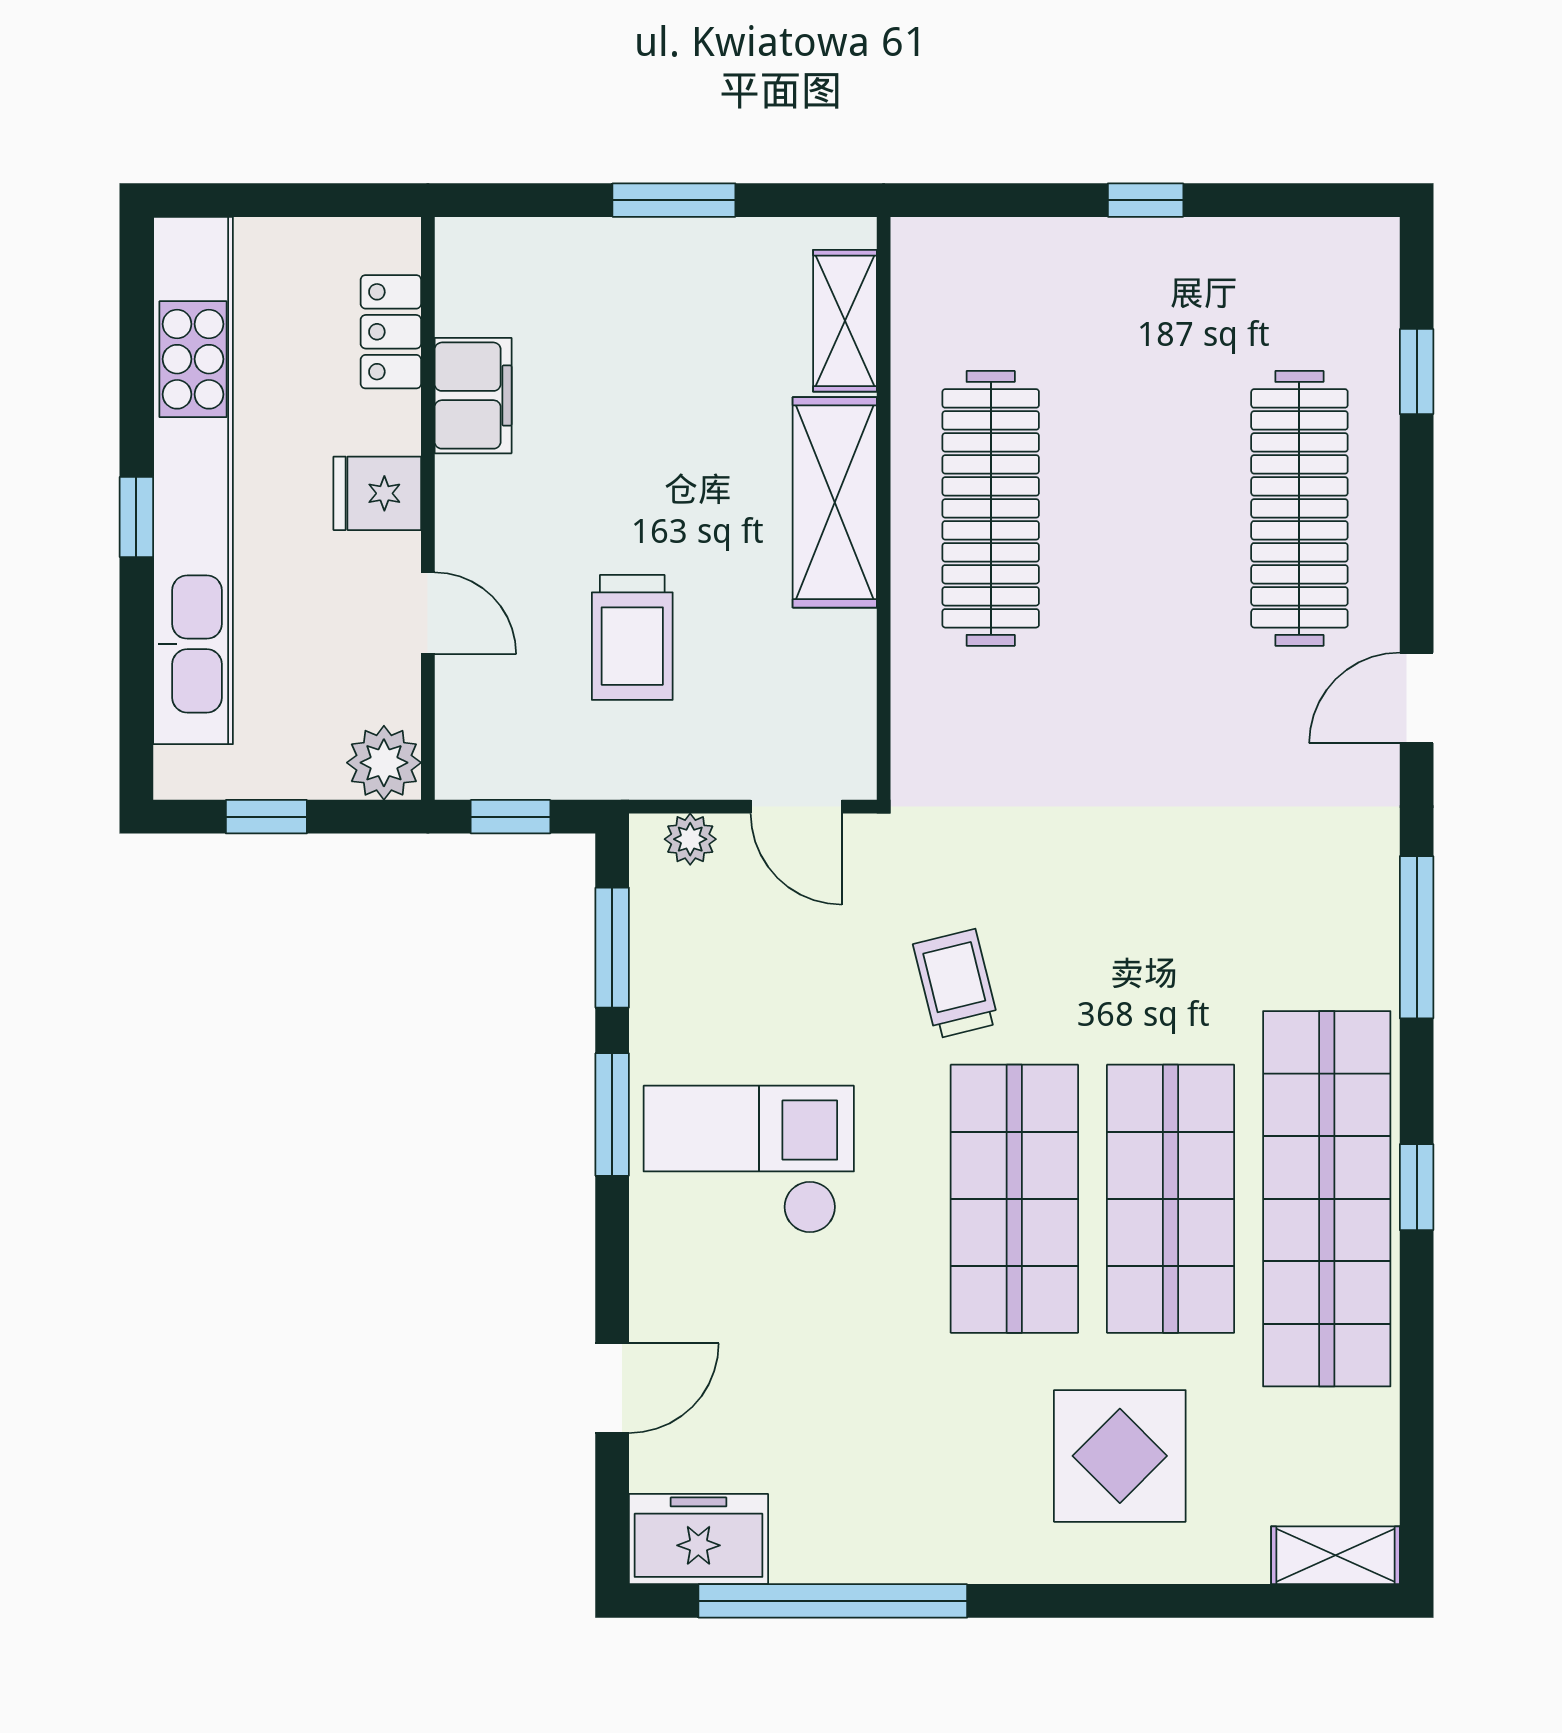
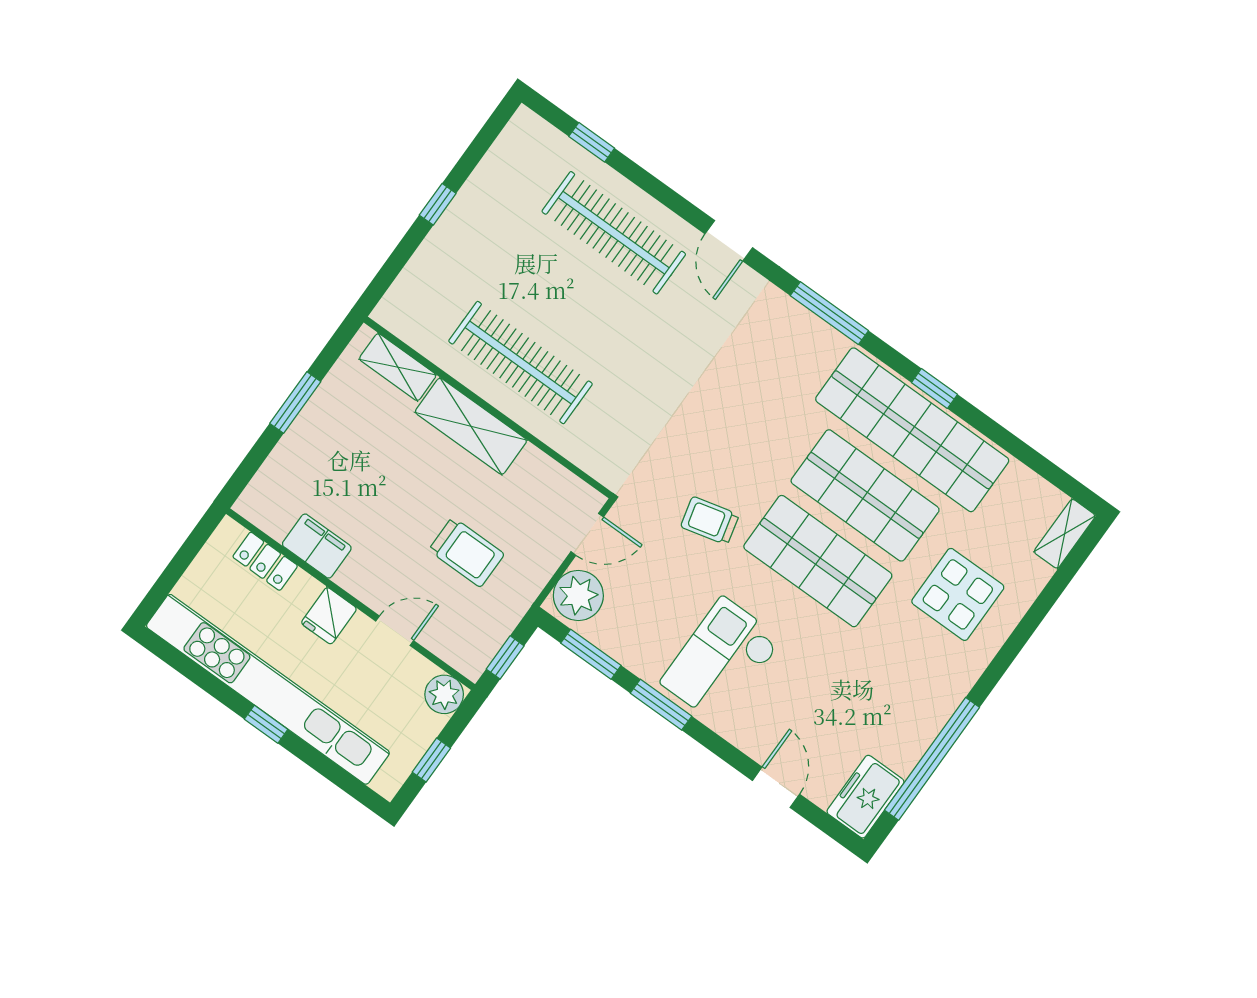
plant: (690, 839) -> (578, 596), width x1.88, depth x1.88

